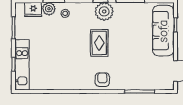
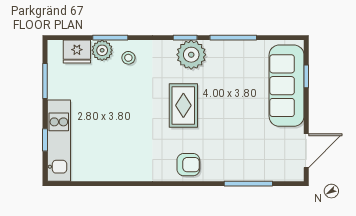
armchair: (102, 80) -> (188, 165), turned 90

